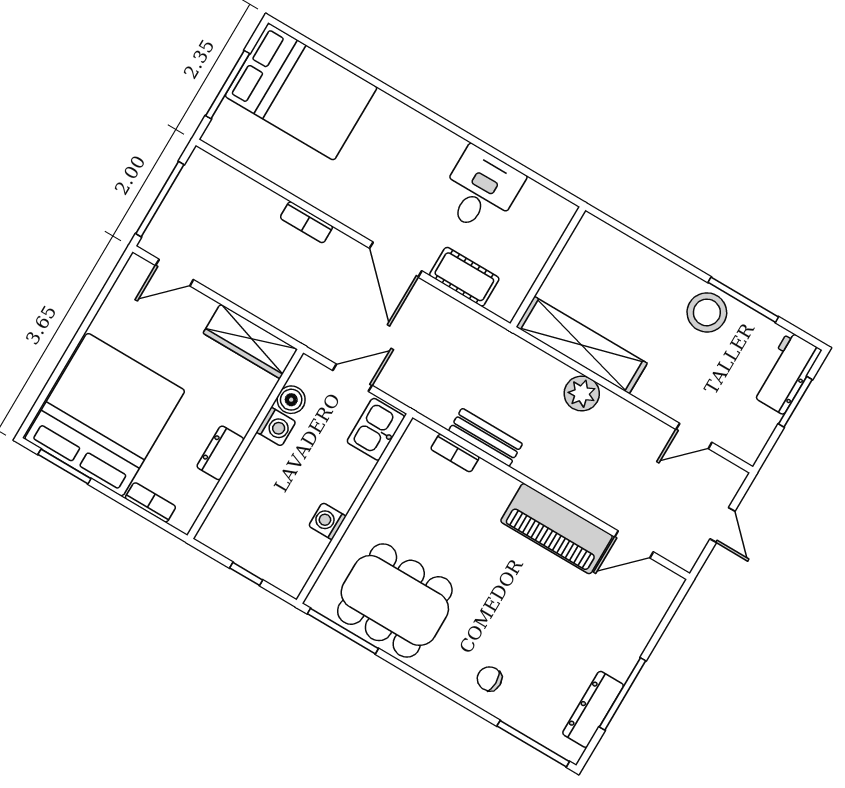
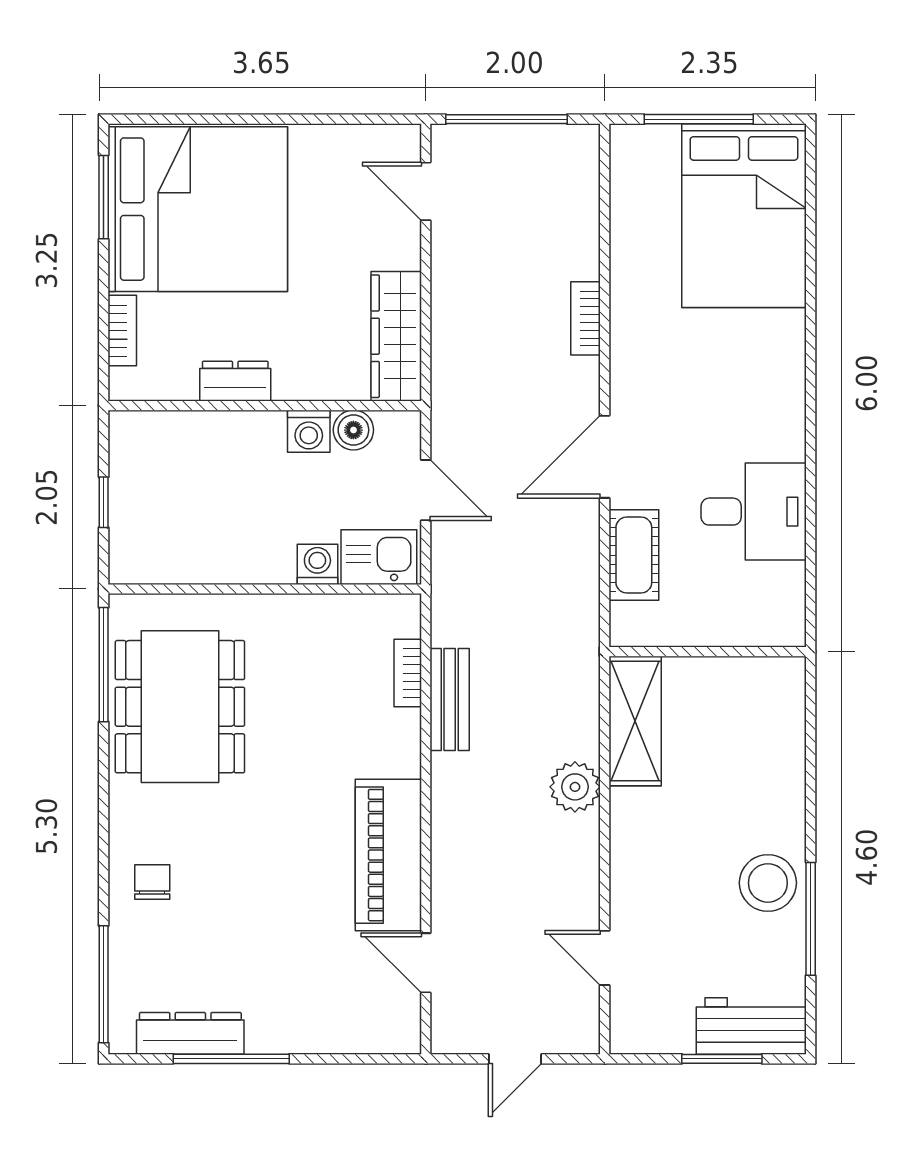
shelving: (582, 345) -> (635, 721), width x0.68
washing machine: (327, 521) -> (317, 564), moved

